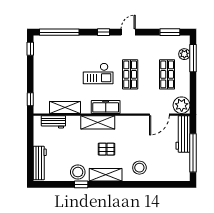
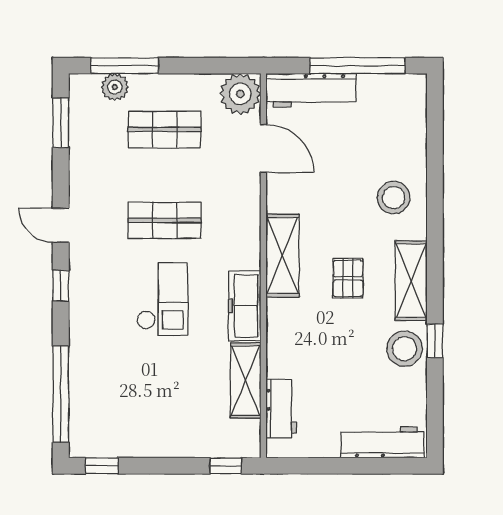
freezer: (106, 107) -> (245, 306), moved
shelving: (98, 122) -> (283, 256), moved

